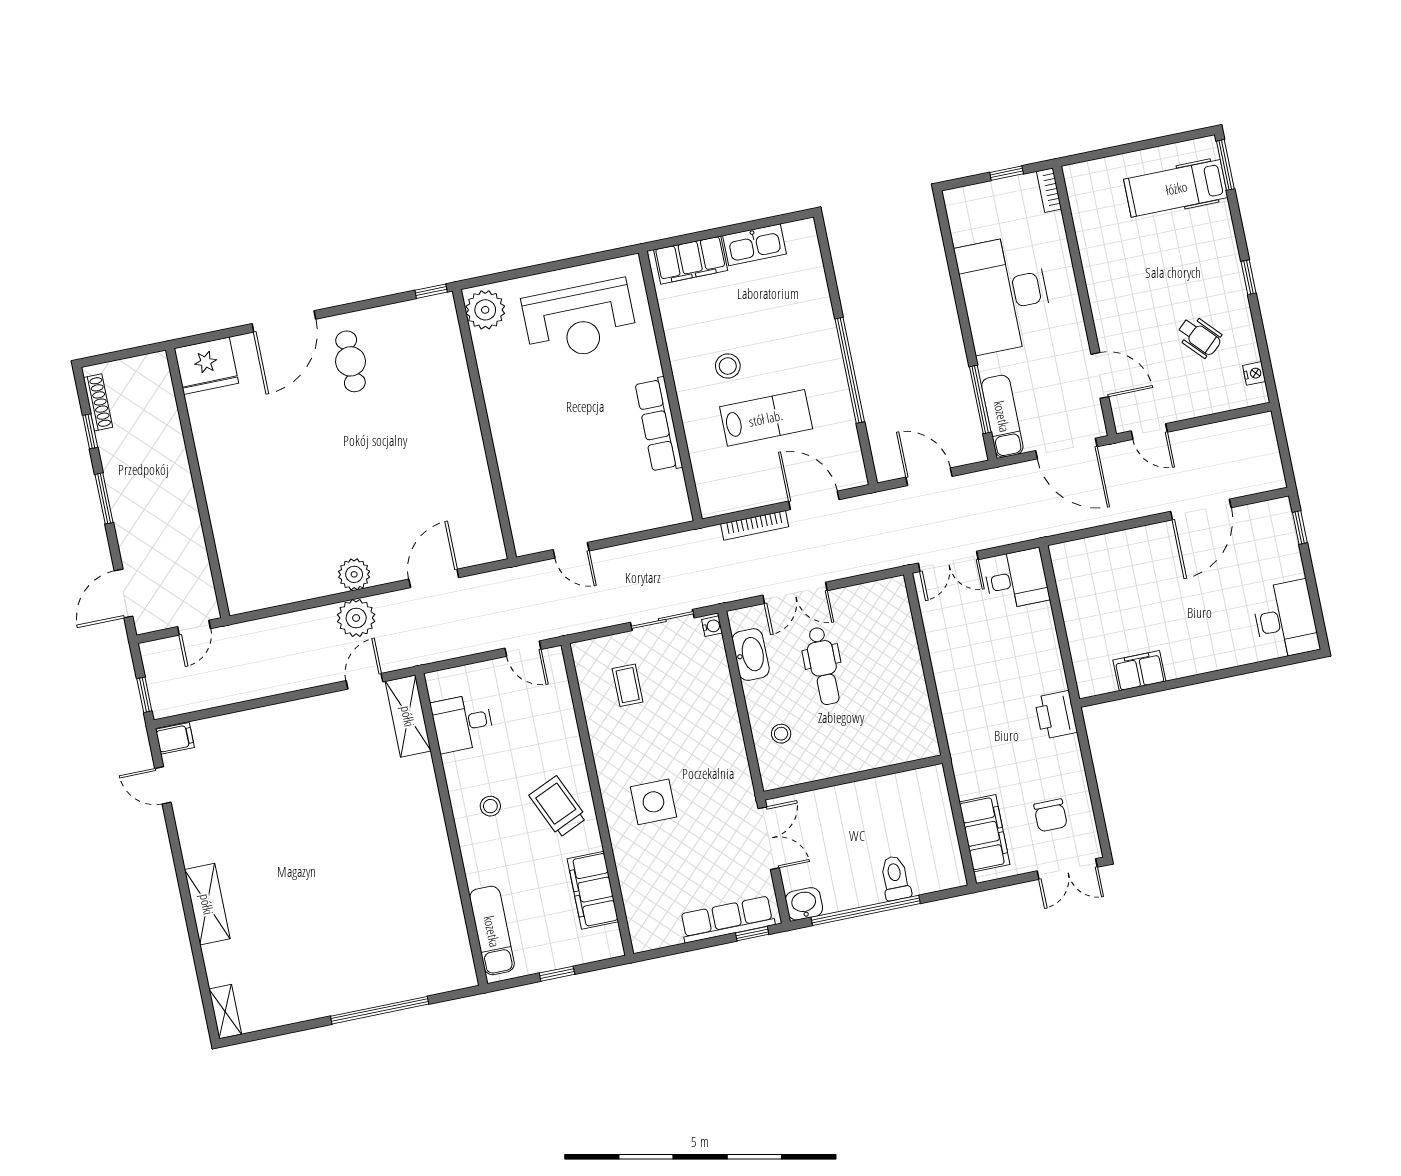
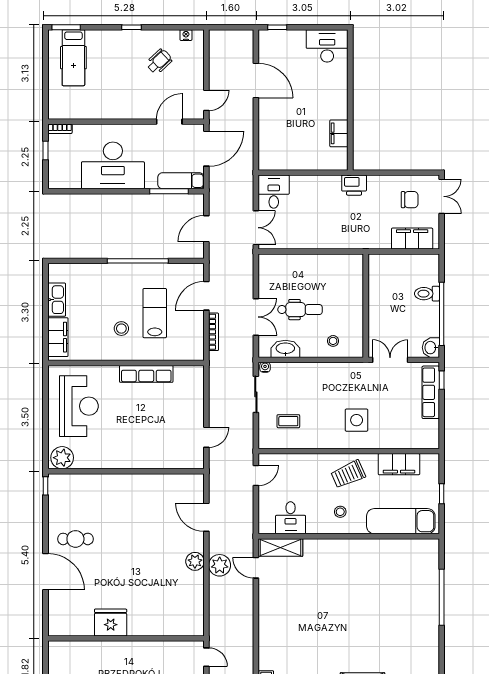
fridge: (206, 366) -> (111, 622), moved, turned -90
exam couch: (492, 931) -> (401, 521), width x1.36, depth x1.45

